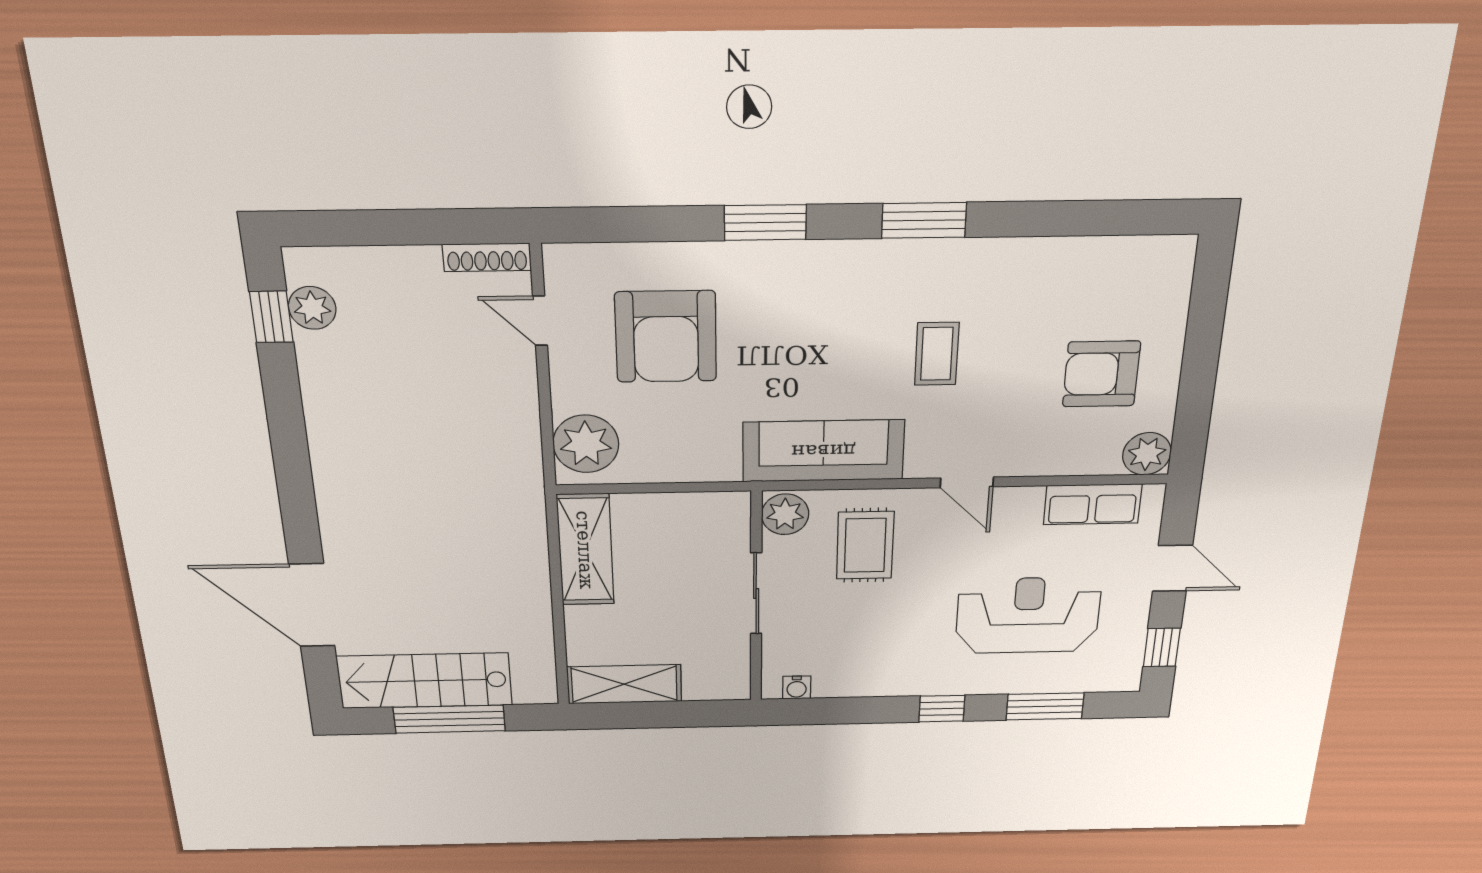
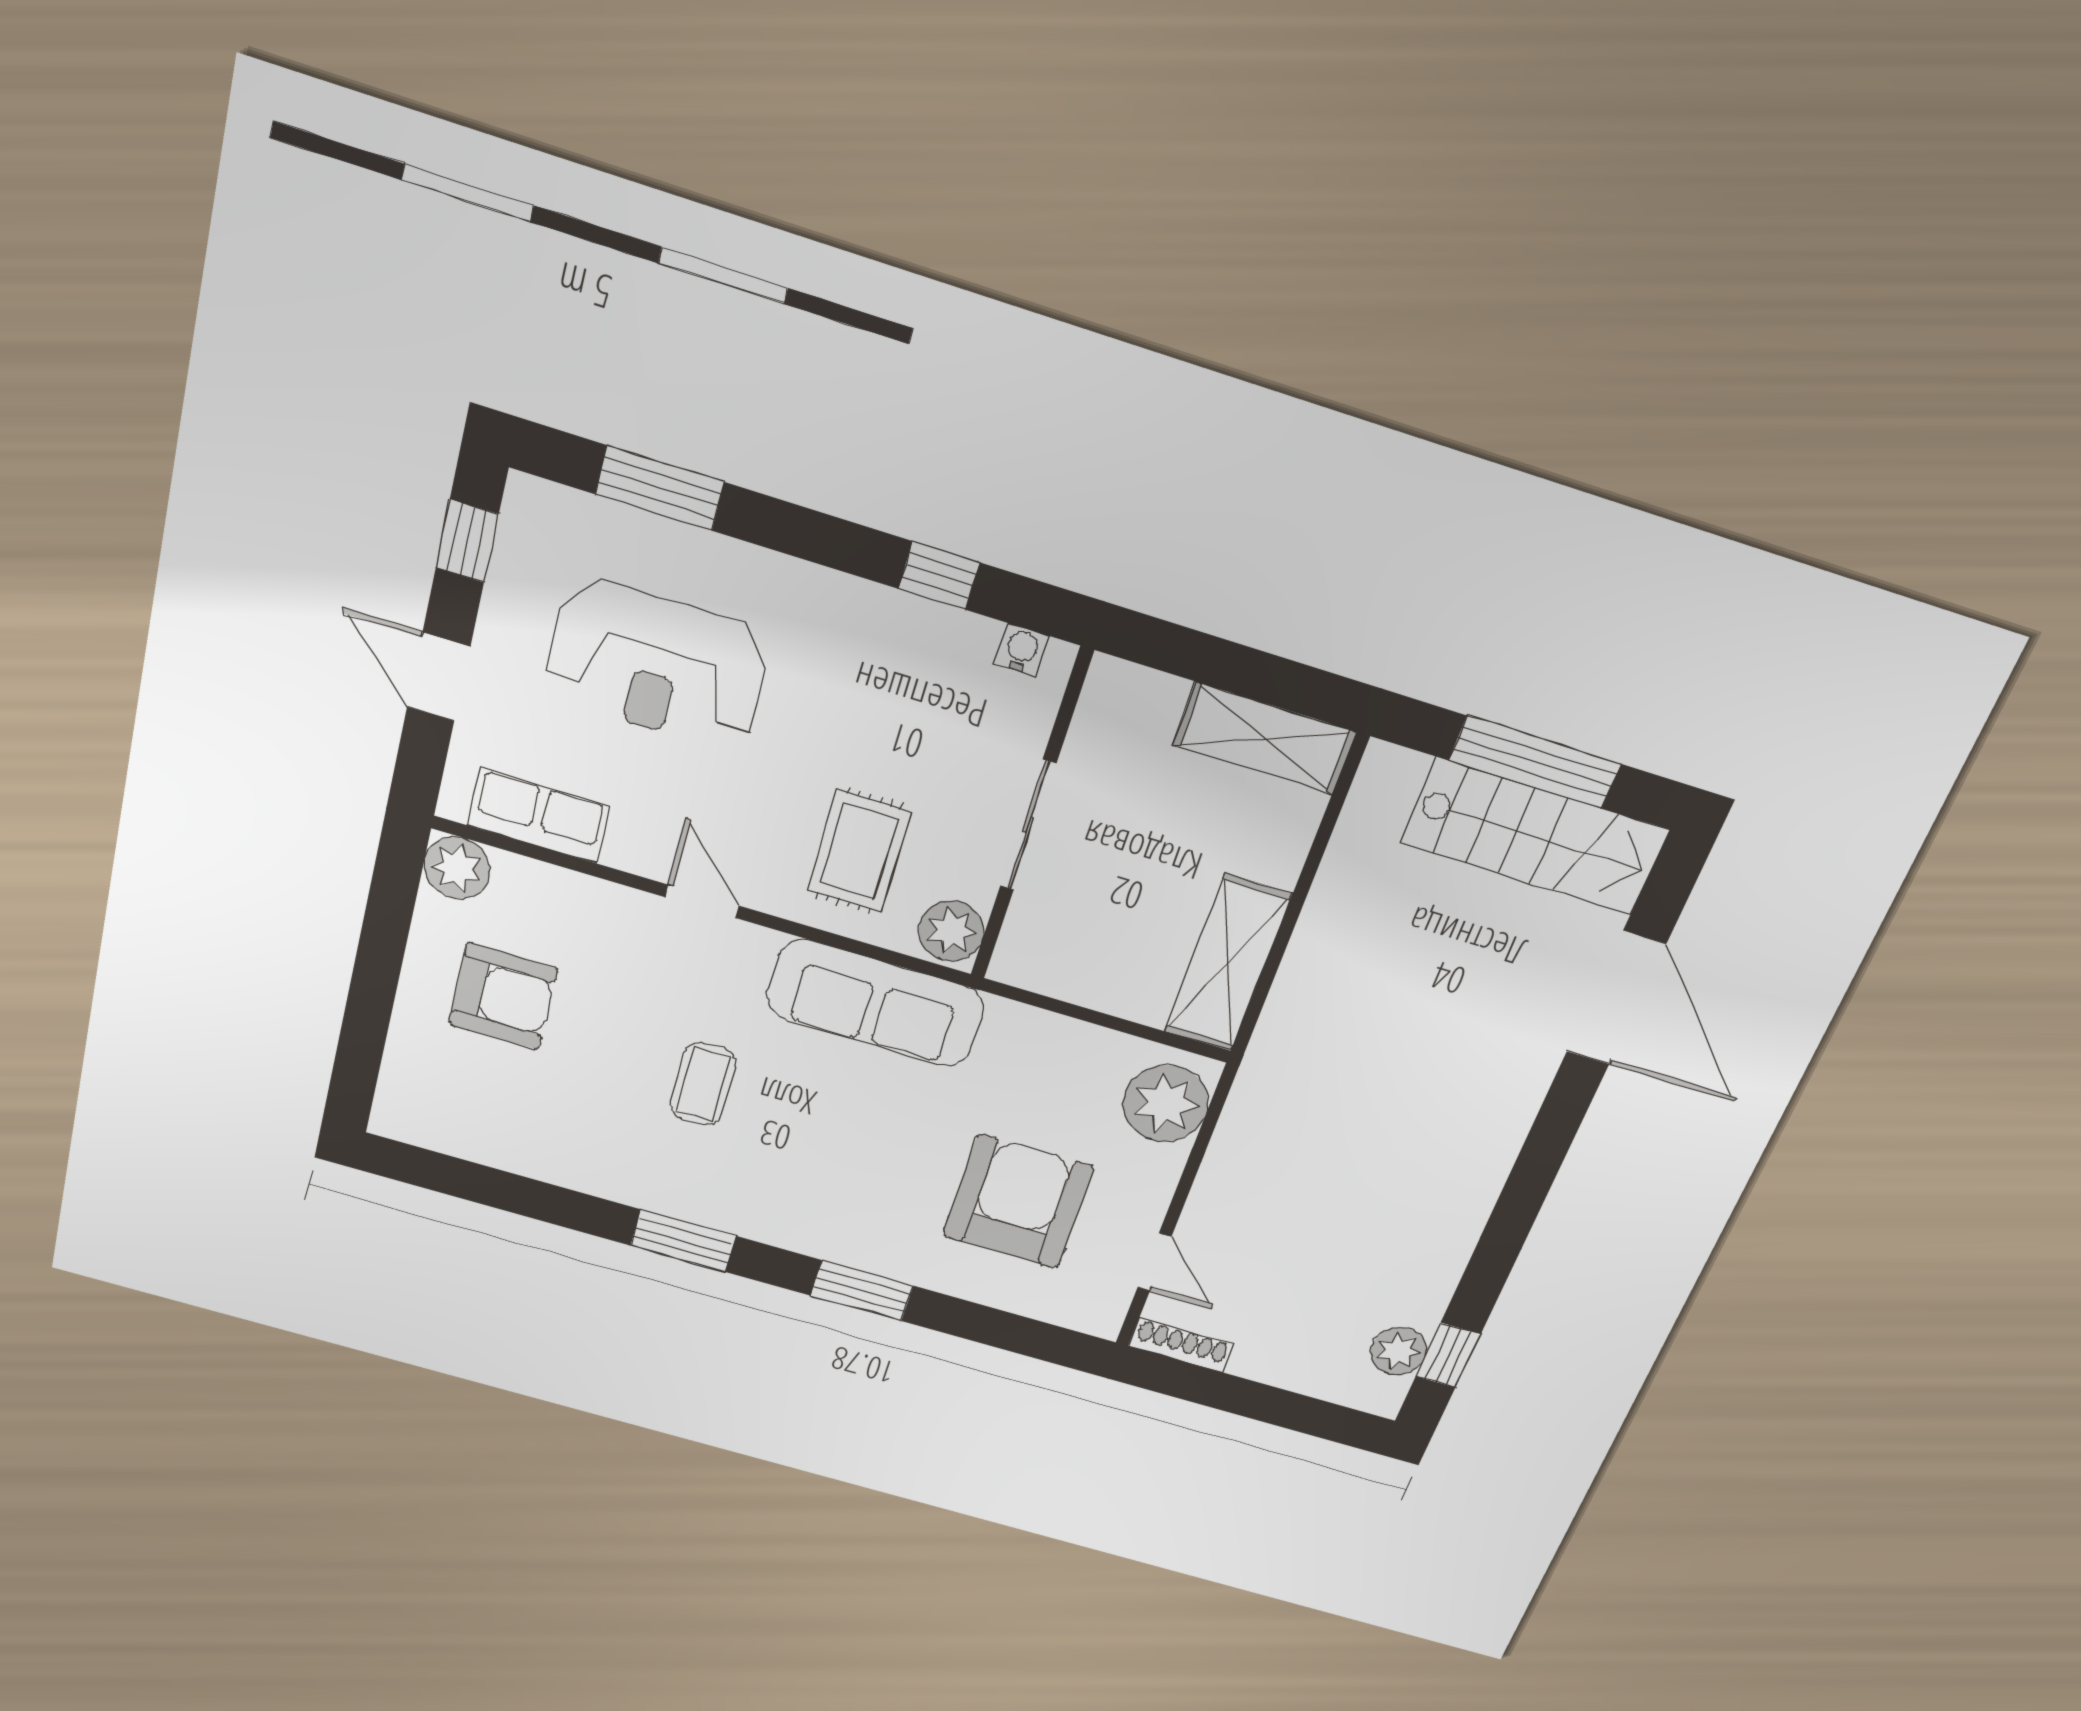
window: (942, 709) -> (939, 576), moved

